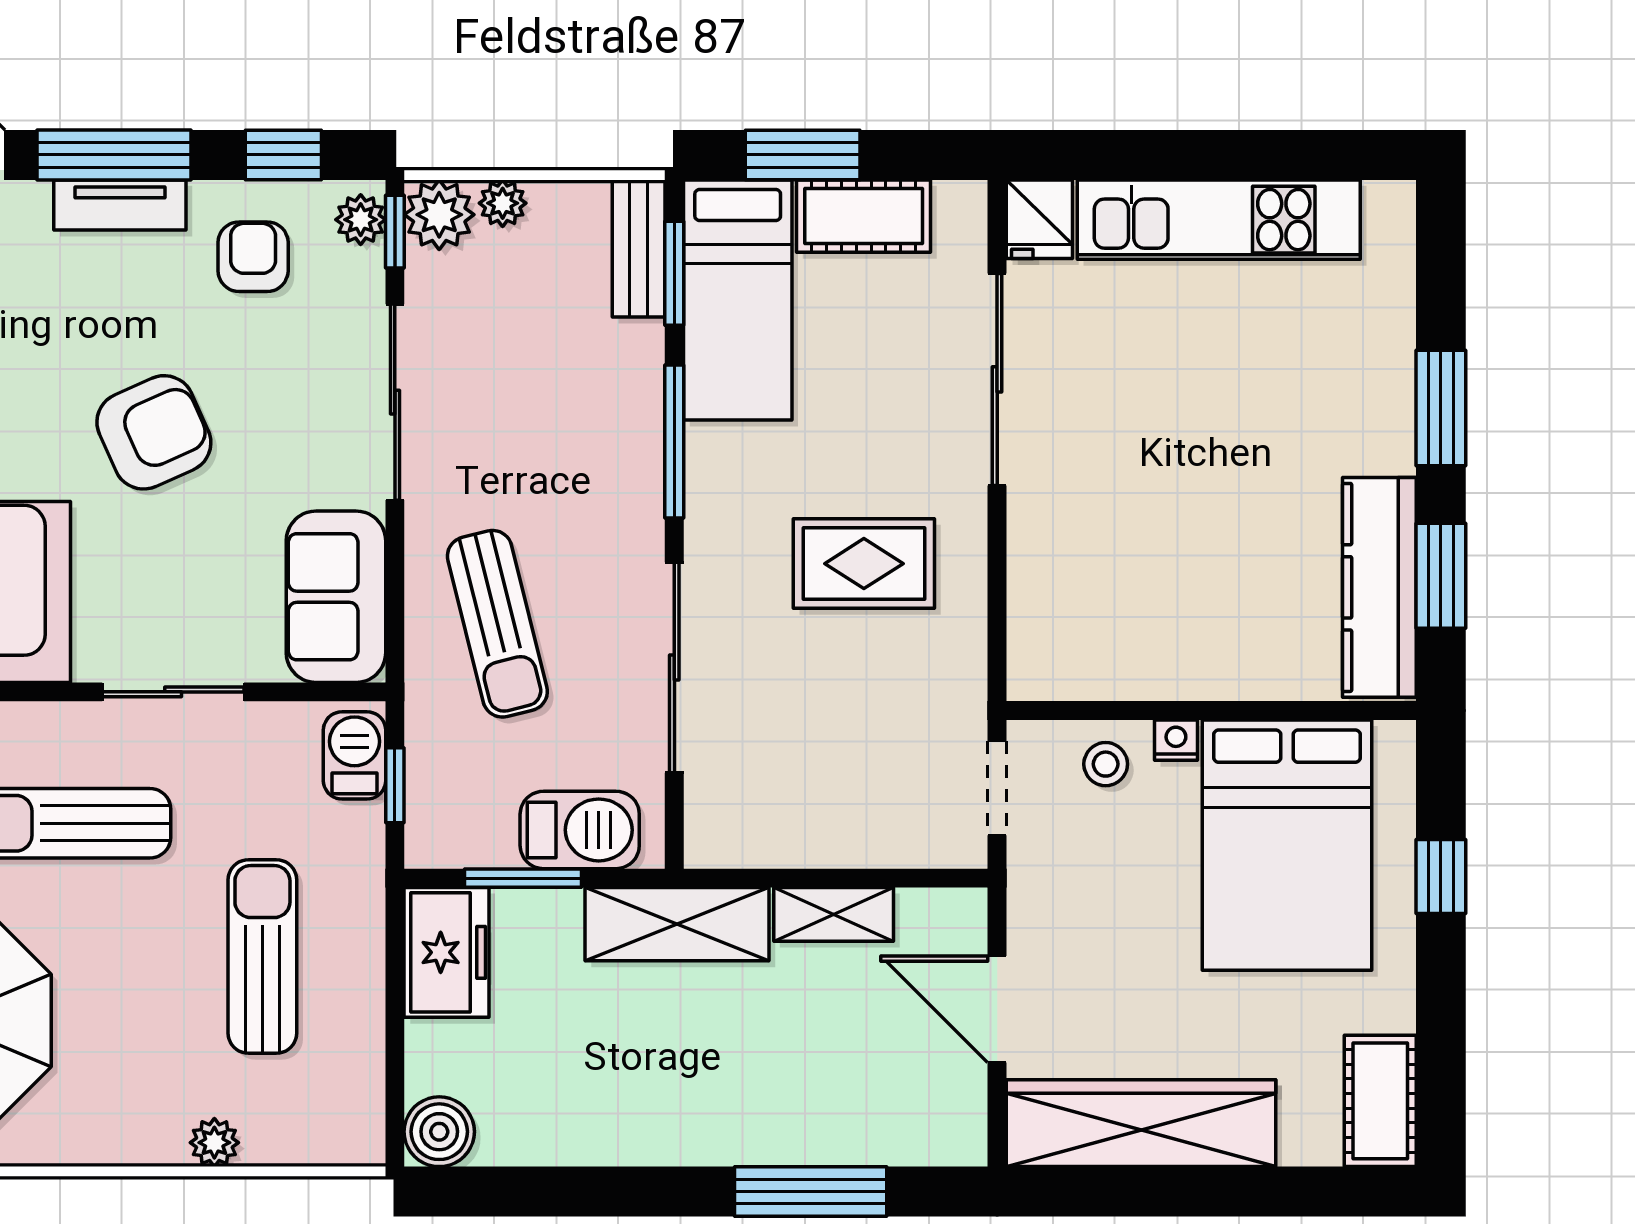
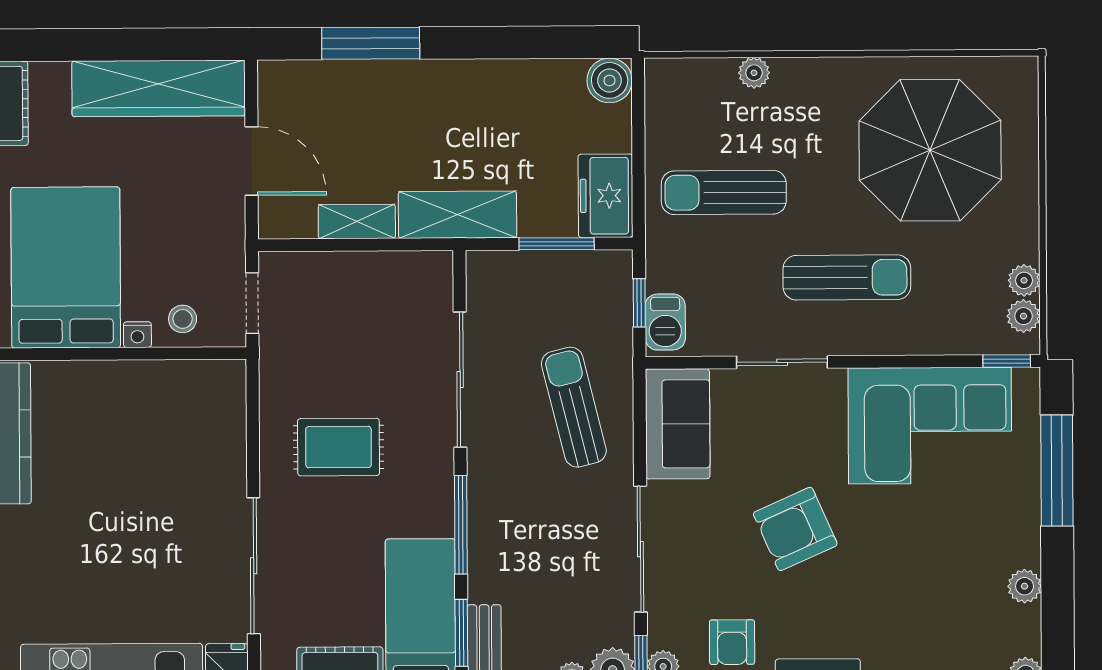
barbecue: (580, 830) -> (520, 275), removed
sun lounger: (262, 956) -> (724, 192), turned 90

